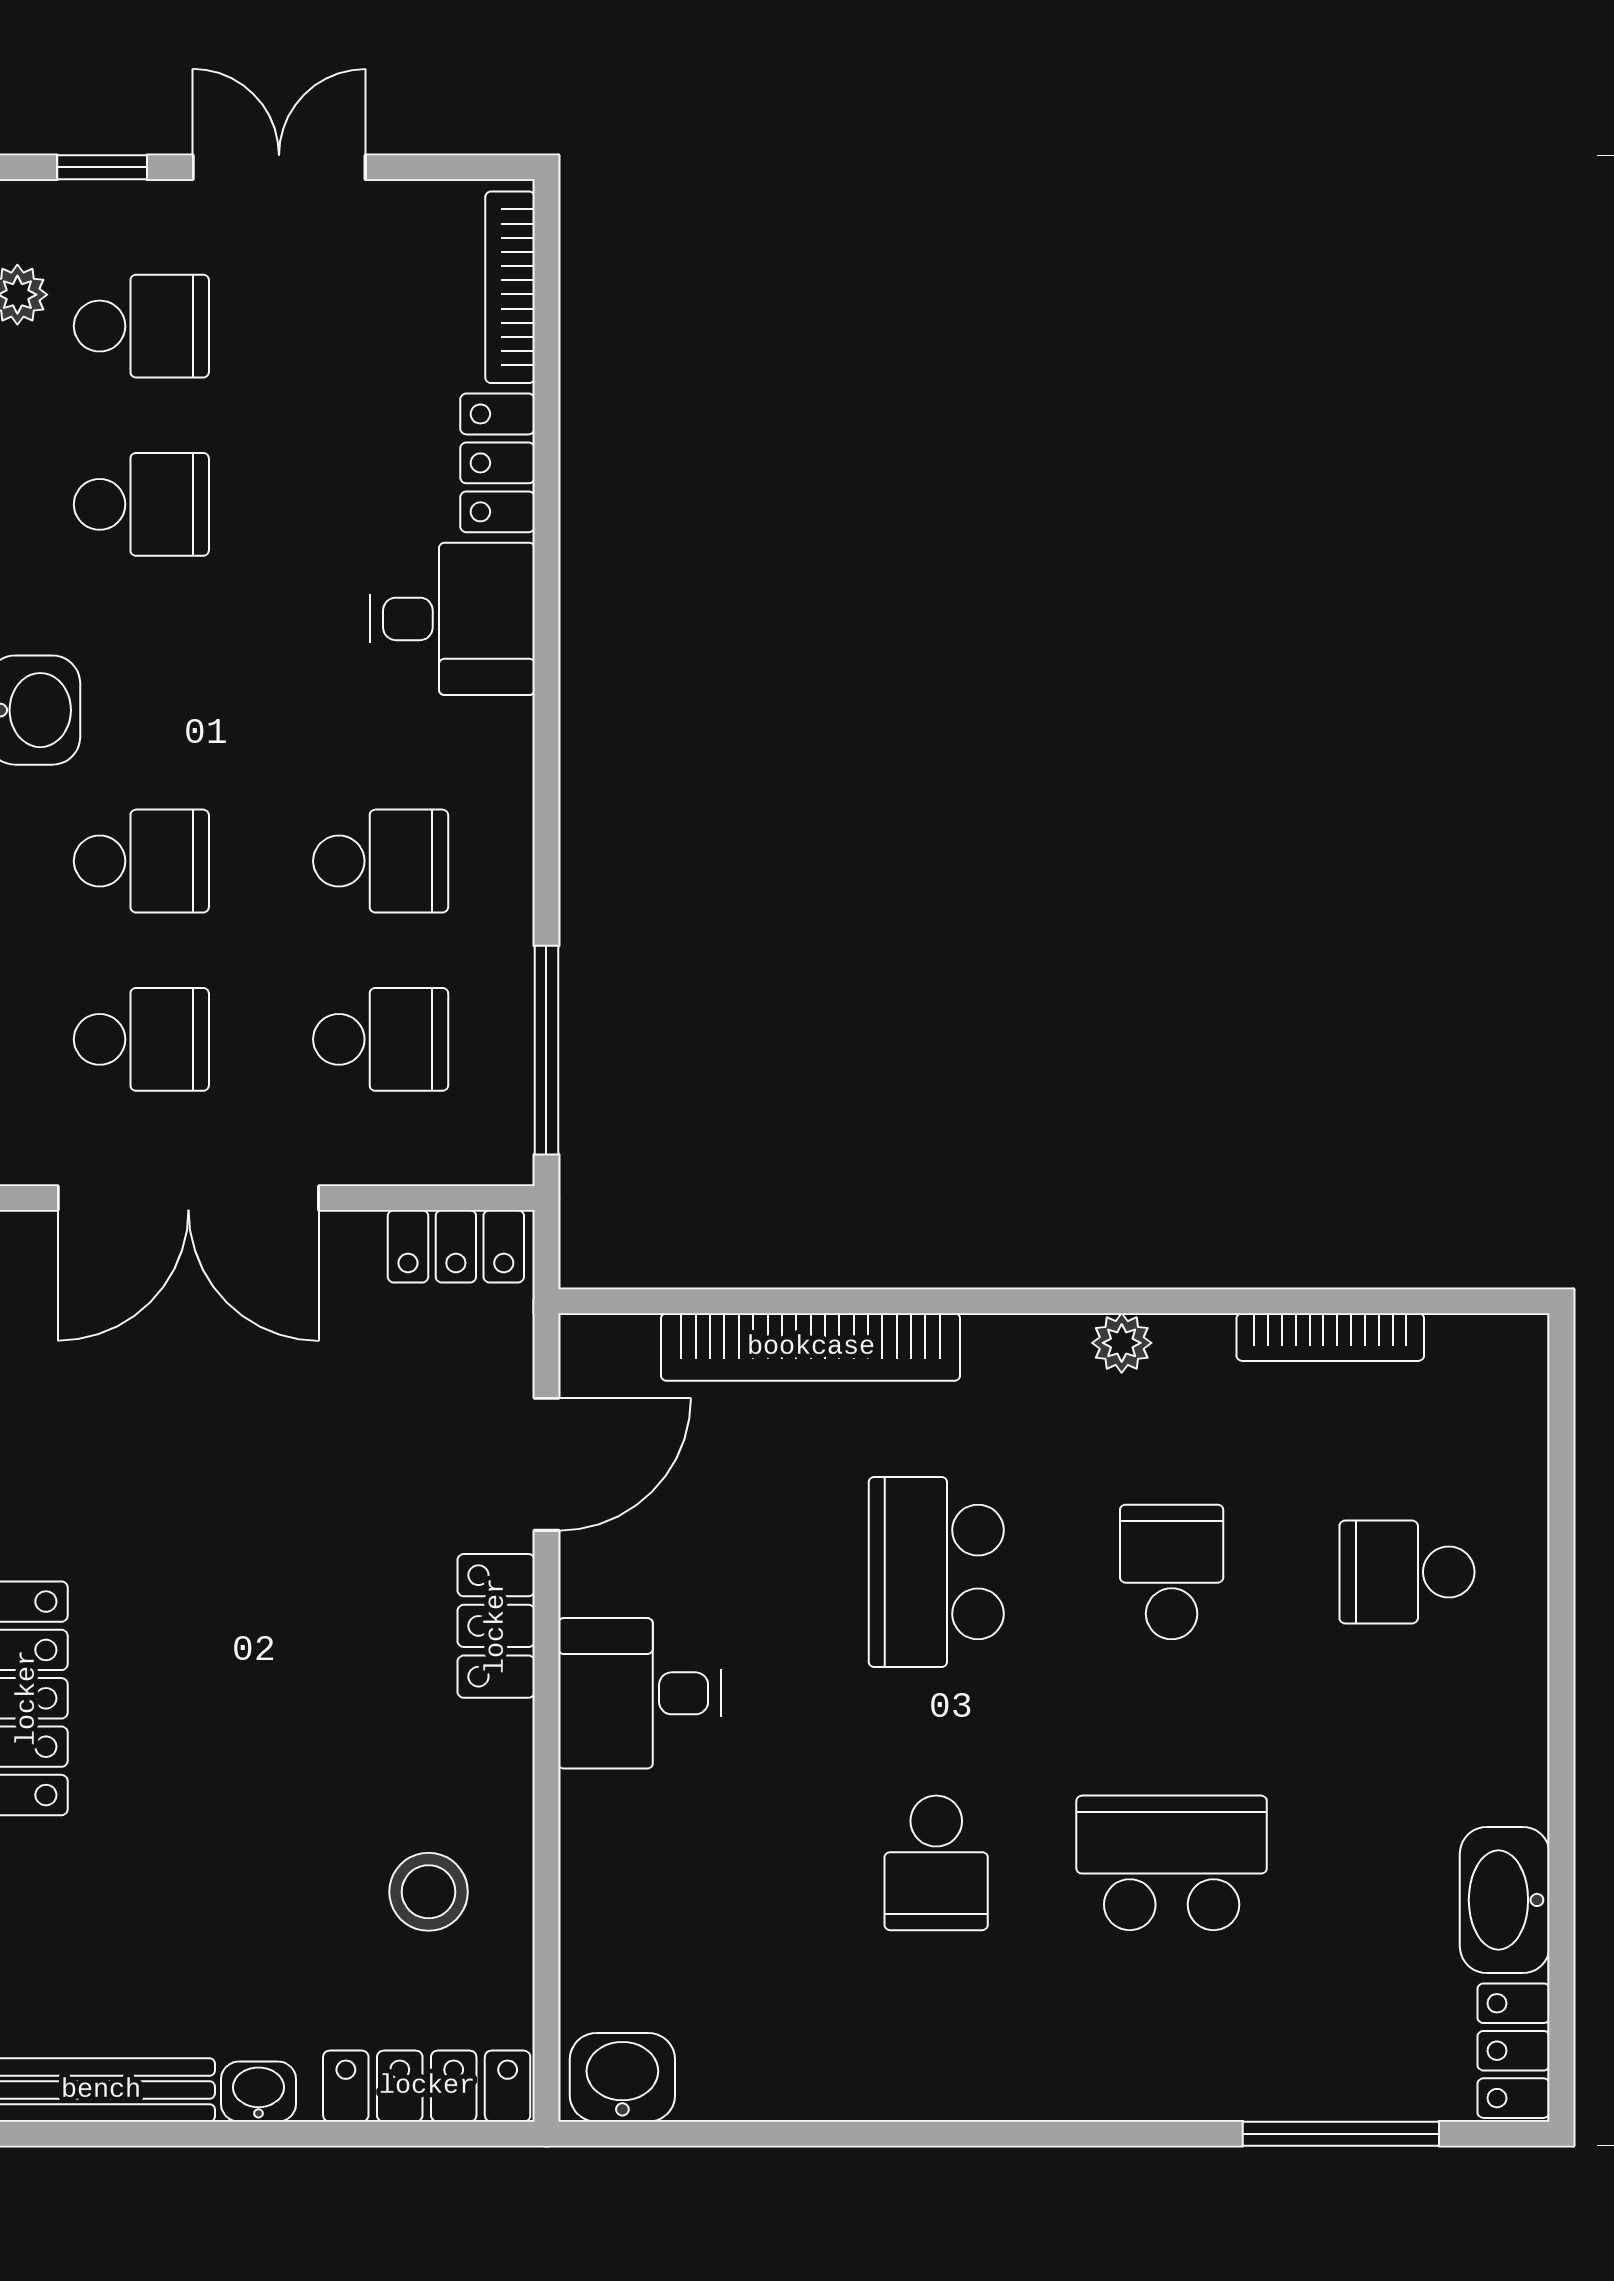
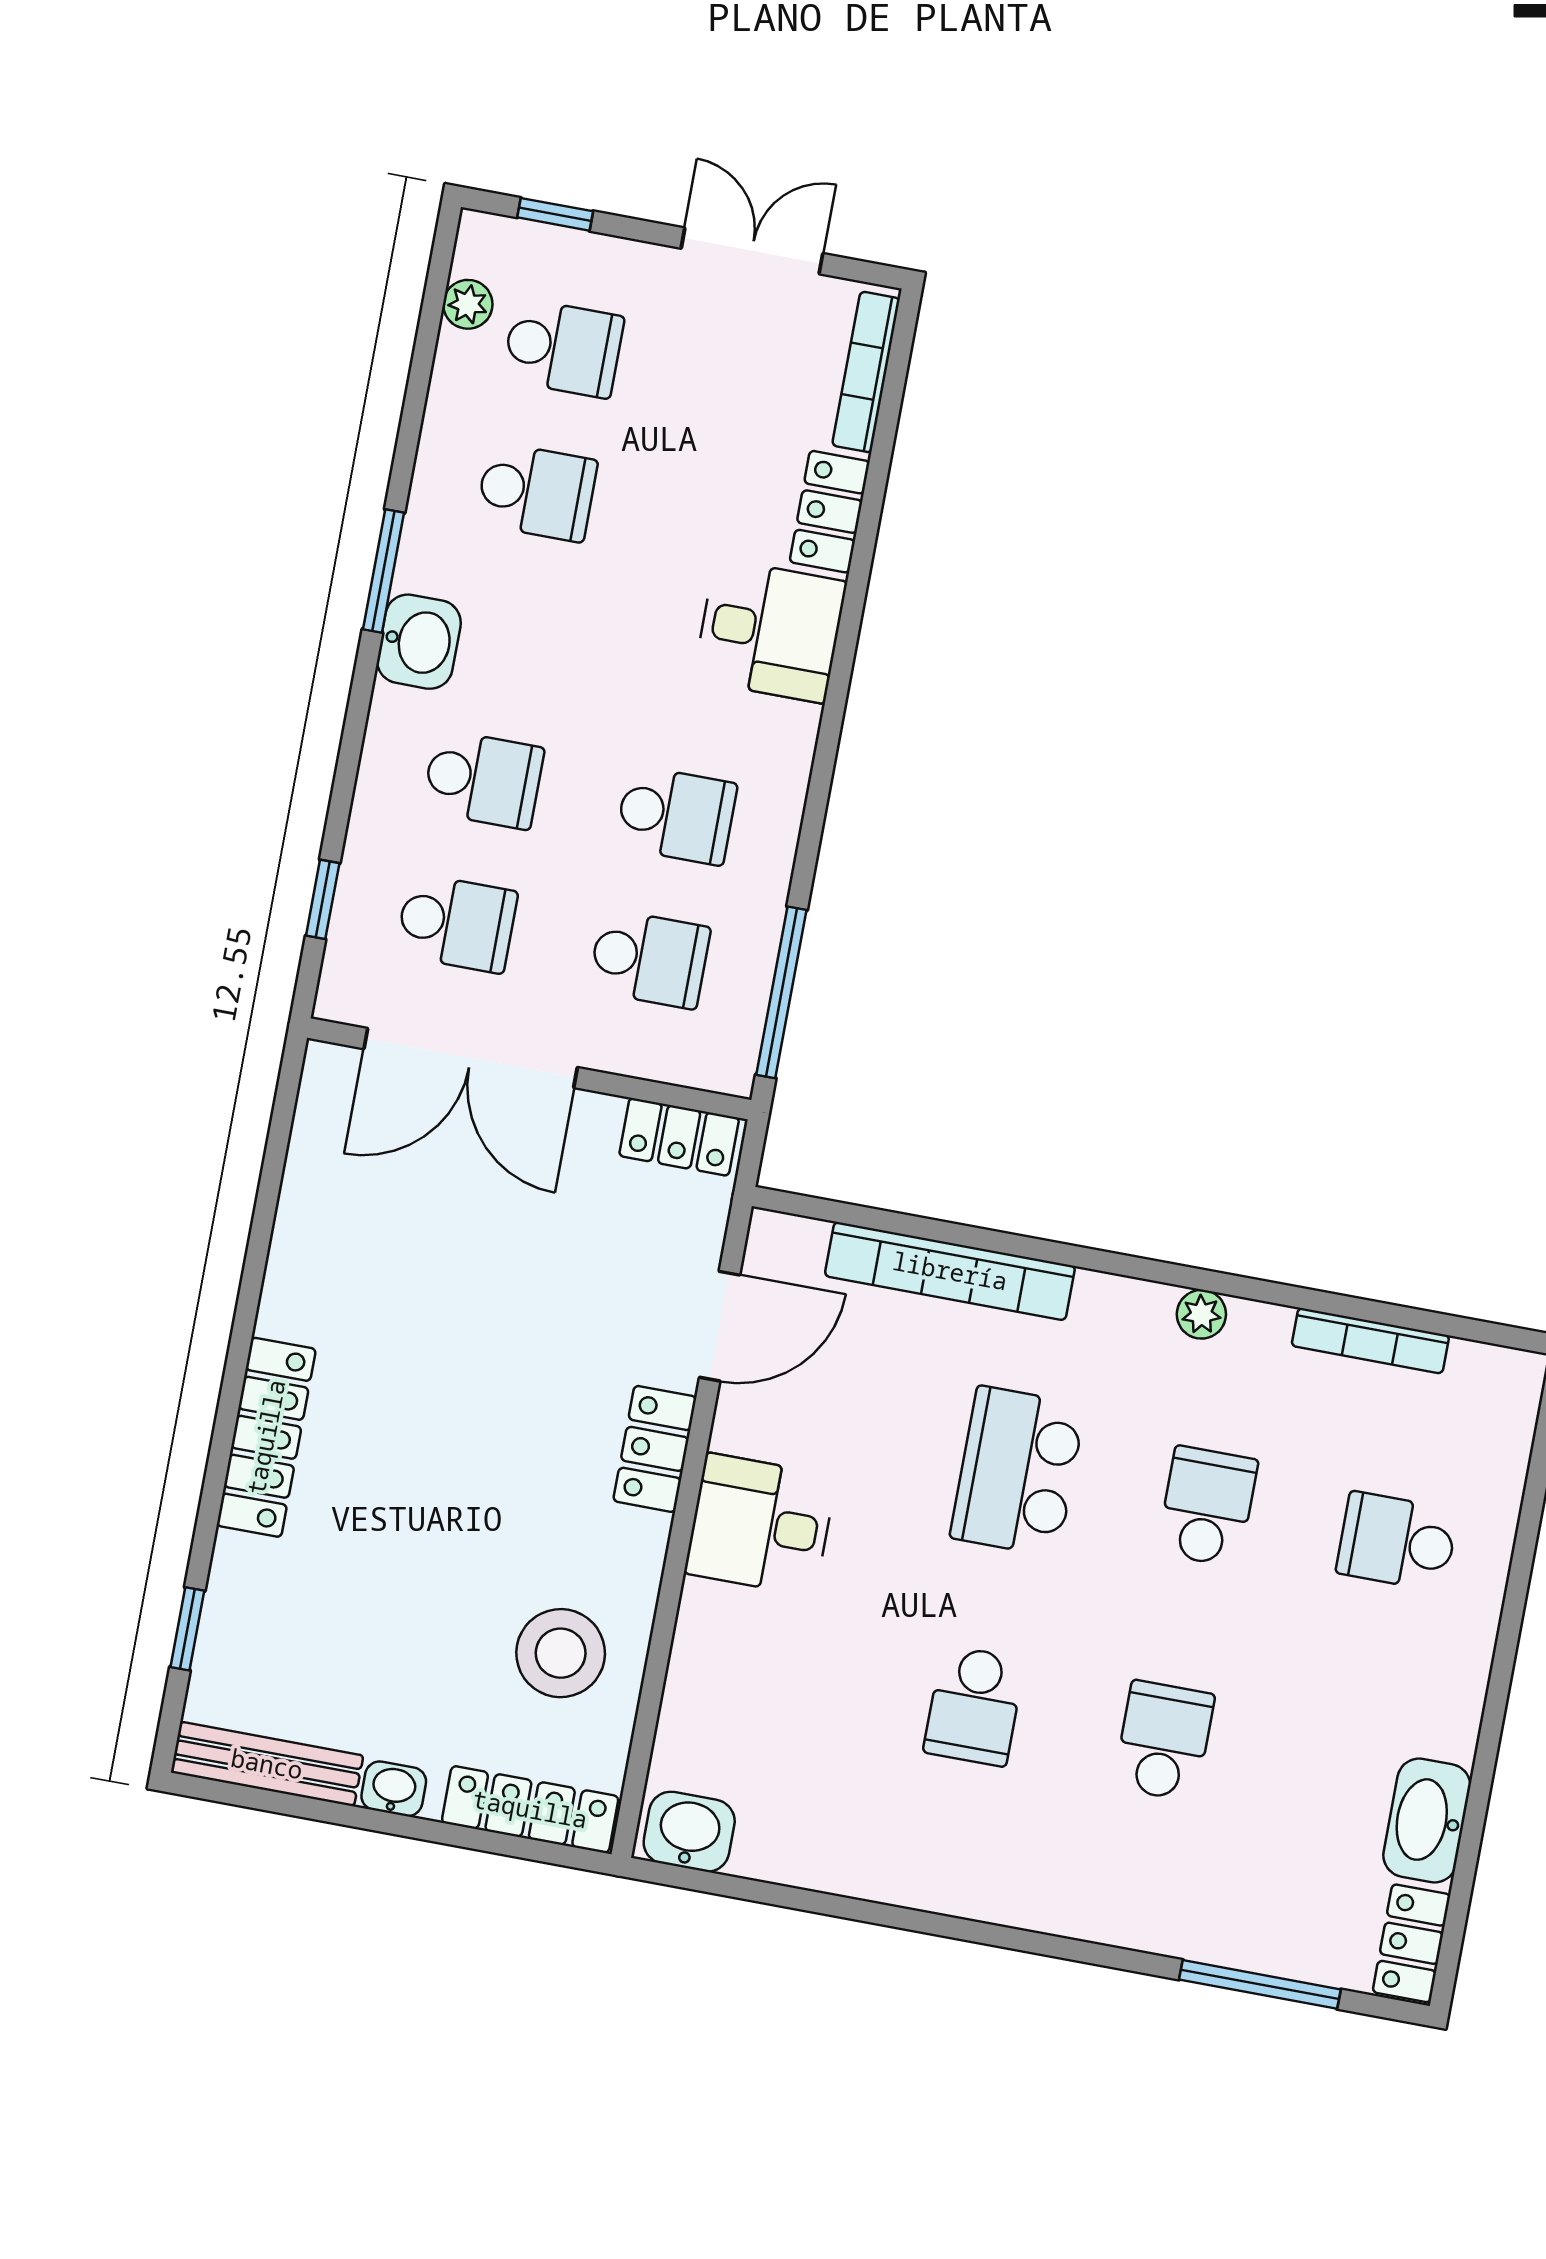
double door: (279, 167) -> (752, 251), moved
school desk: (1172, 1863) -> (1164, 1741), width x0.54
stool: (429, 1892) -> (561, 1653), width x1.38, depth x1.38

